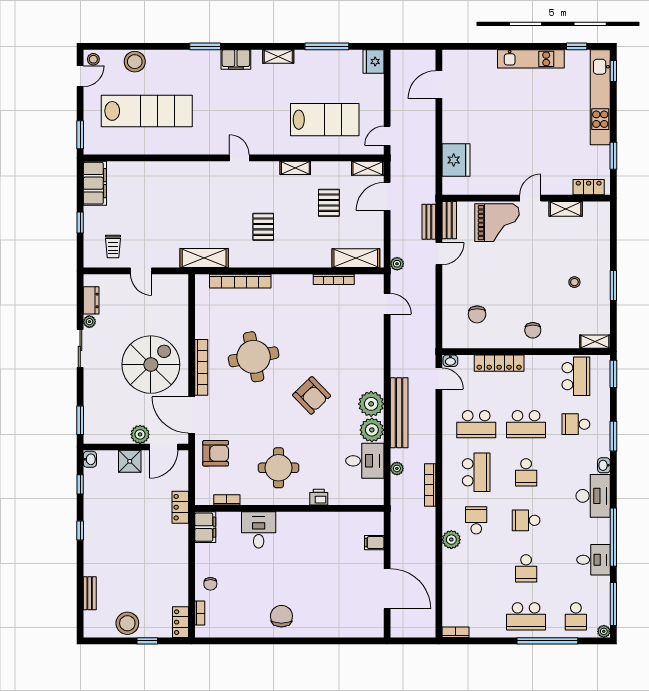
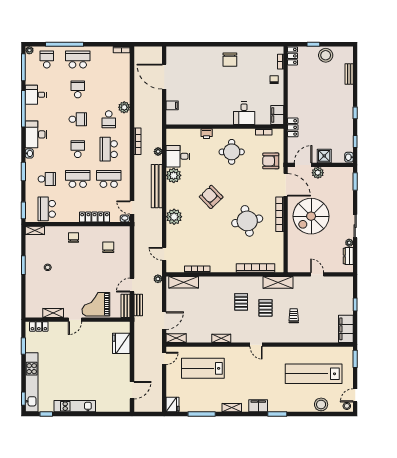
pallet: (329, 203) -> (265, 308), moved
trolley: (113, 247) -> (294, 316), moved
plant: (371, 404) -> (174, 217), moved

